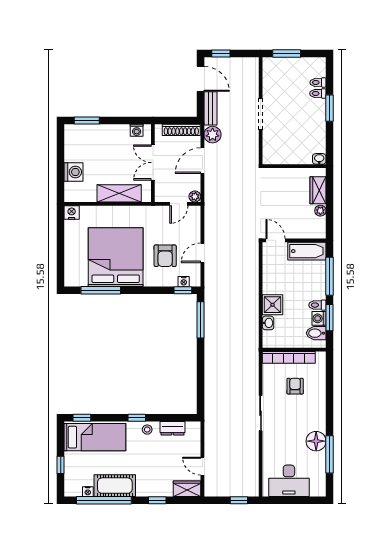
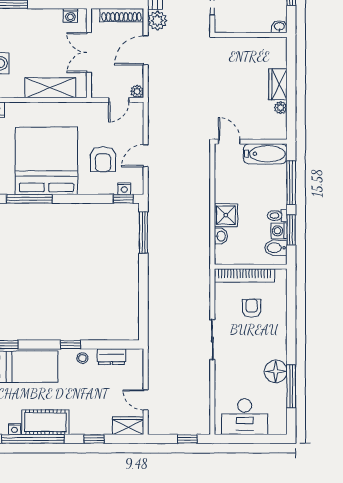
washbasin: (319, 159) -> (279, 27), moved
wall: (294, 166) -> (251, 35), moved

